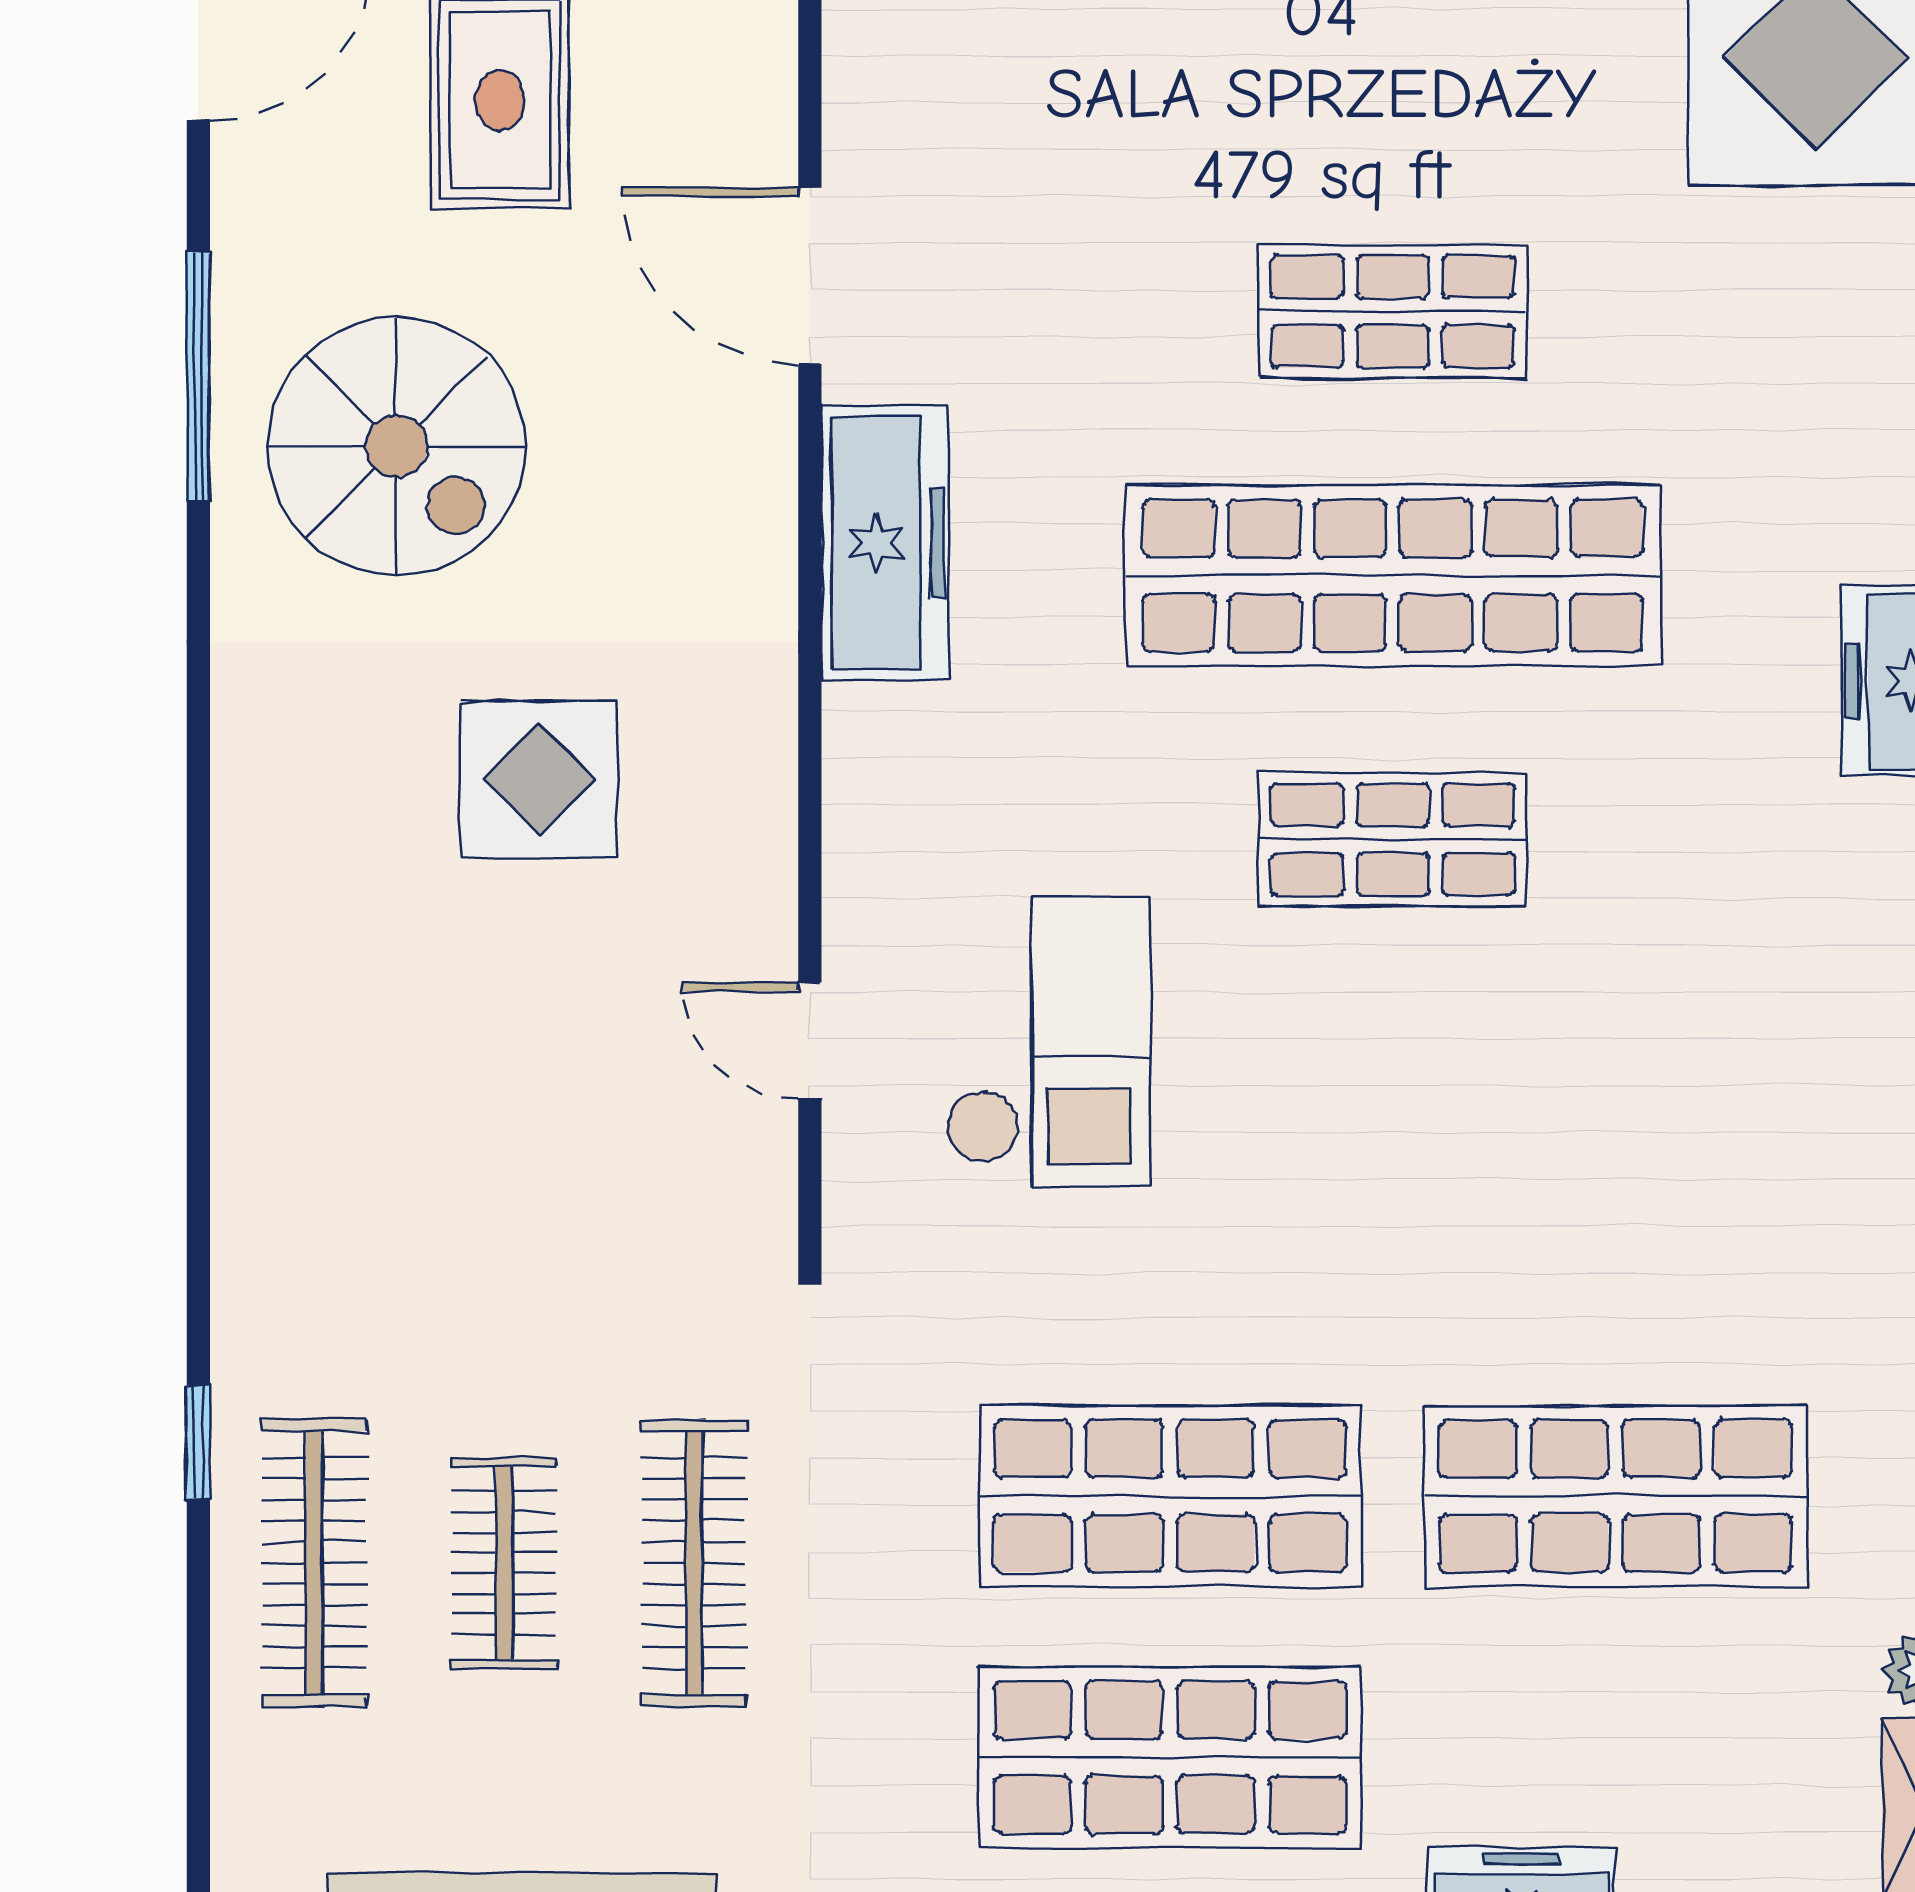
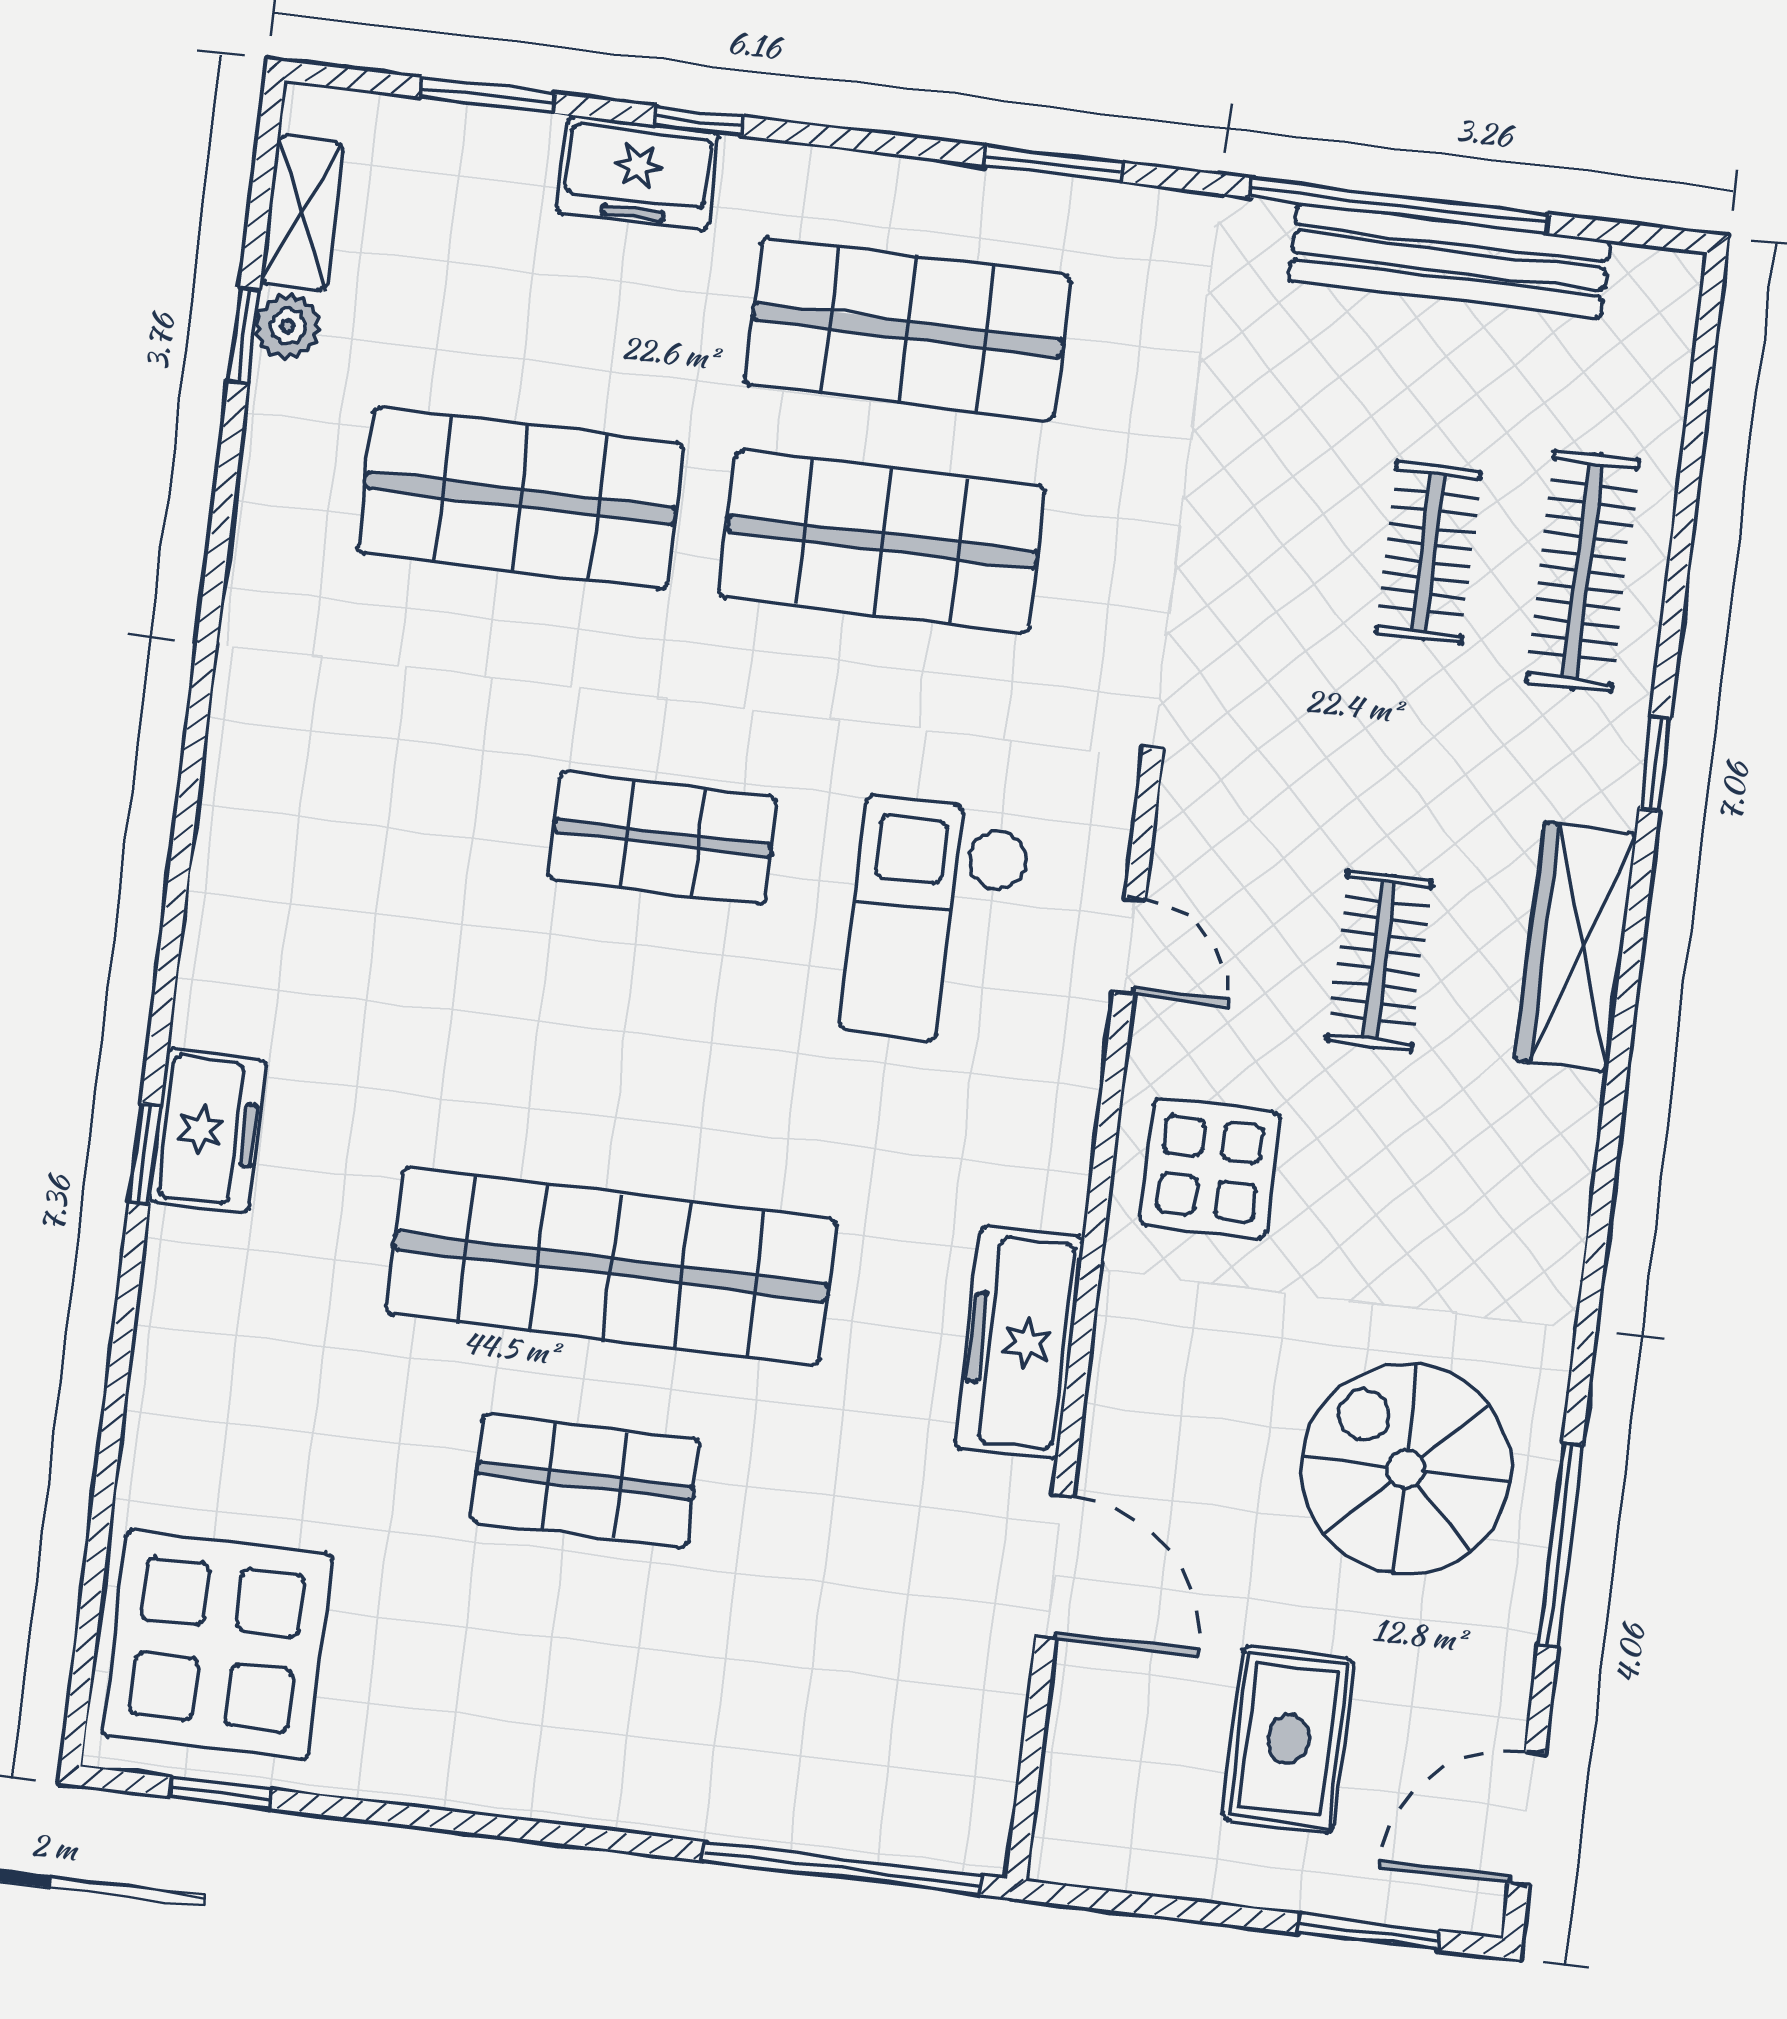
display table: (539, 779) -> (1210, 1168), moved
shop shelf: (1393, 839) -> (663, 838), moved
wardrobe: (267, 1105) -> (1576, 947), added
window: (198, 1443) -> (1655, 764), moved
clothes rail: (694, 1563) -> (1379, 961), moved, width x0.73

